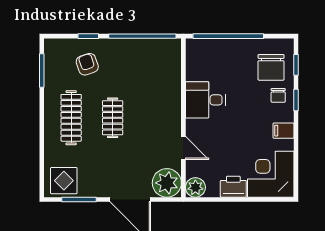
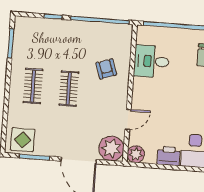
armchair: (87, 64) -> (106, 69), moved
desk: (205, 100) -> (151, 61), moved
clothes rail: (71, 118) -> (33, 86), width x0.73
door: (183, 148) -> (128, 119), hinge flipped

